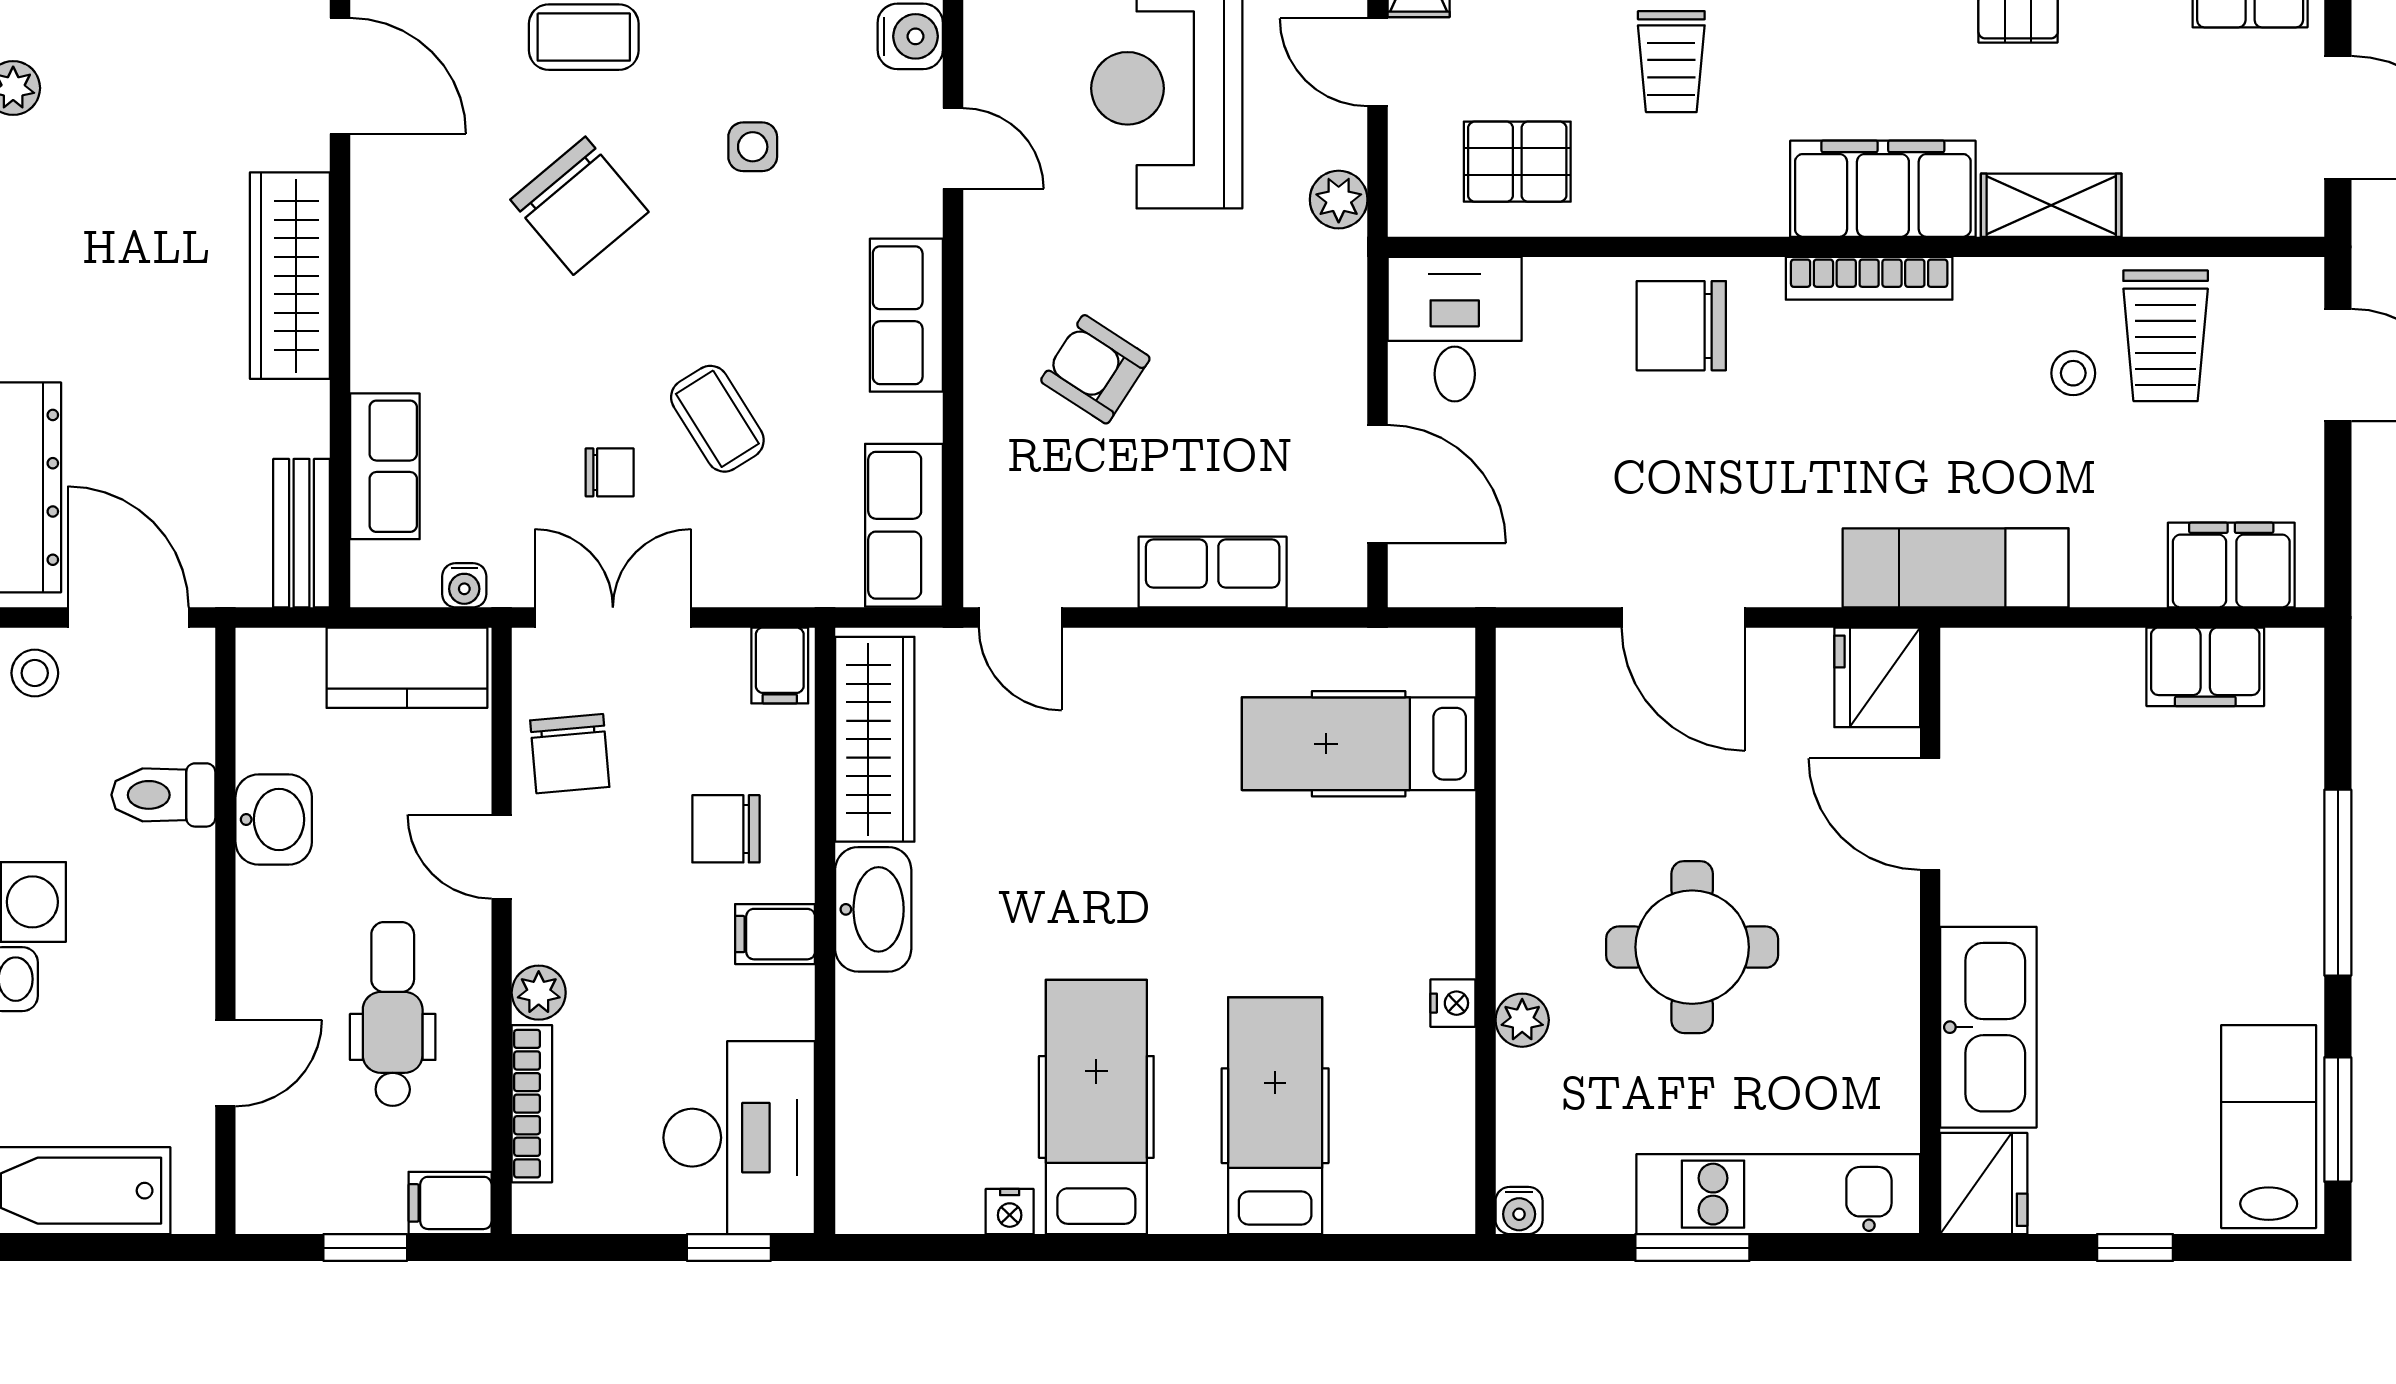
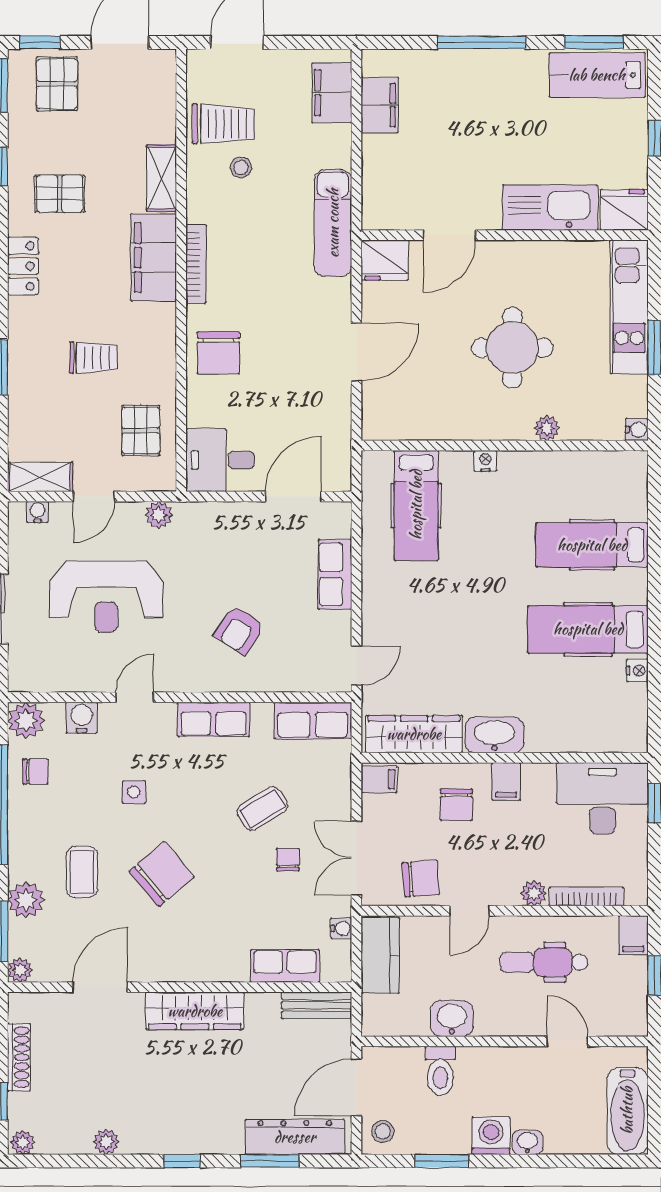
nightstand: (1453, 1003) -> (485, 461), moved

